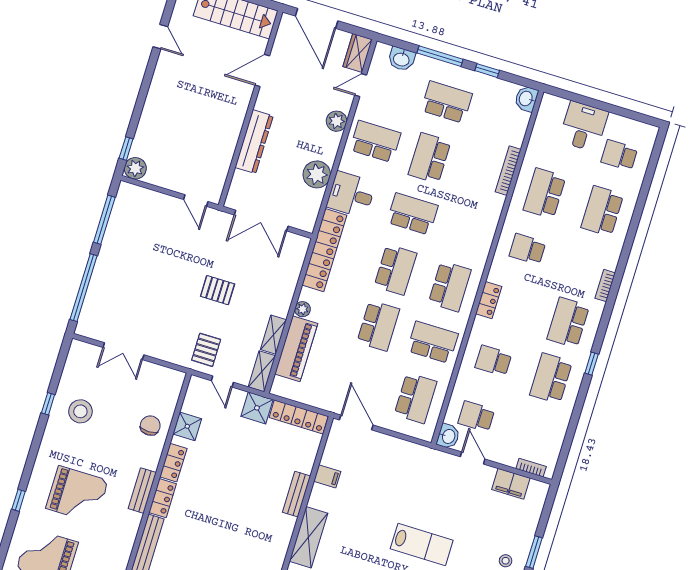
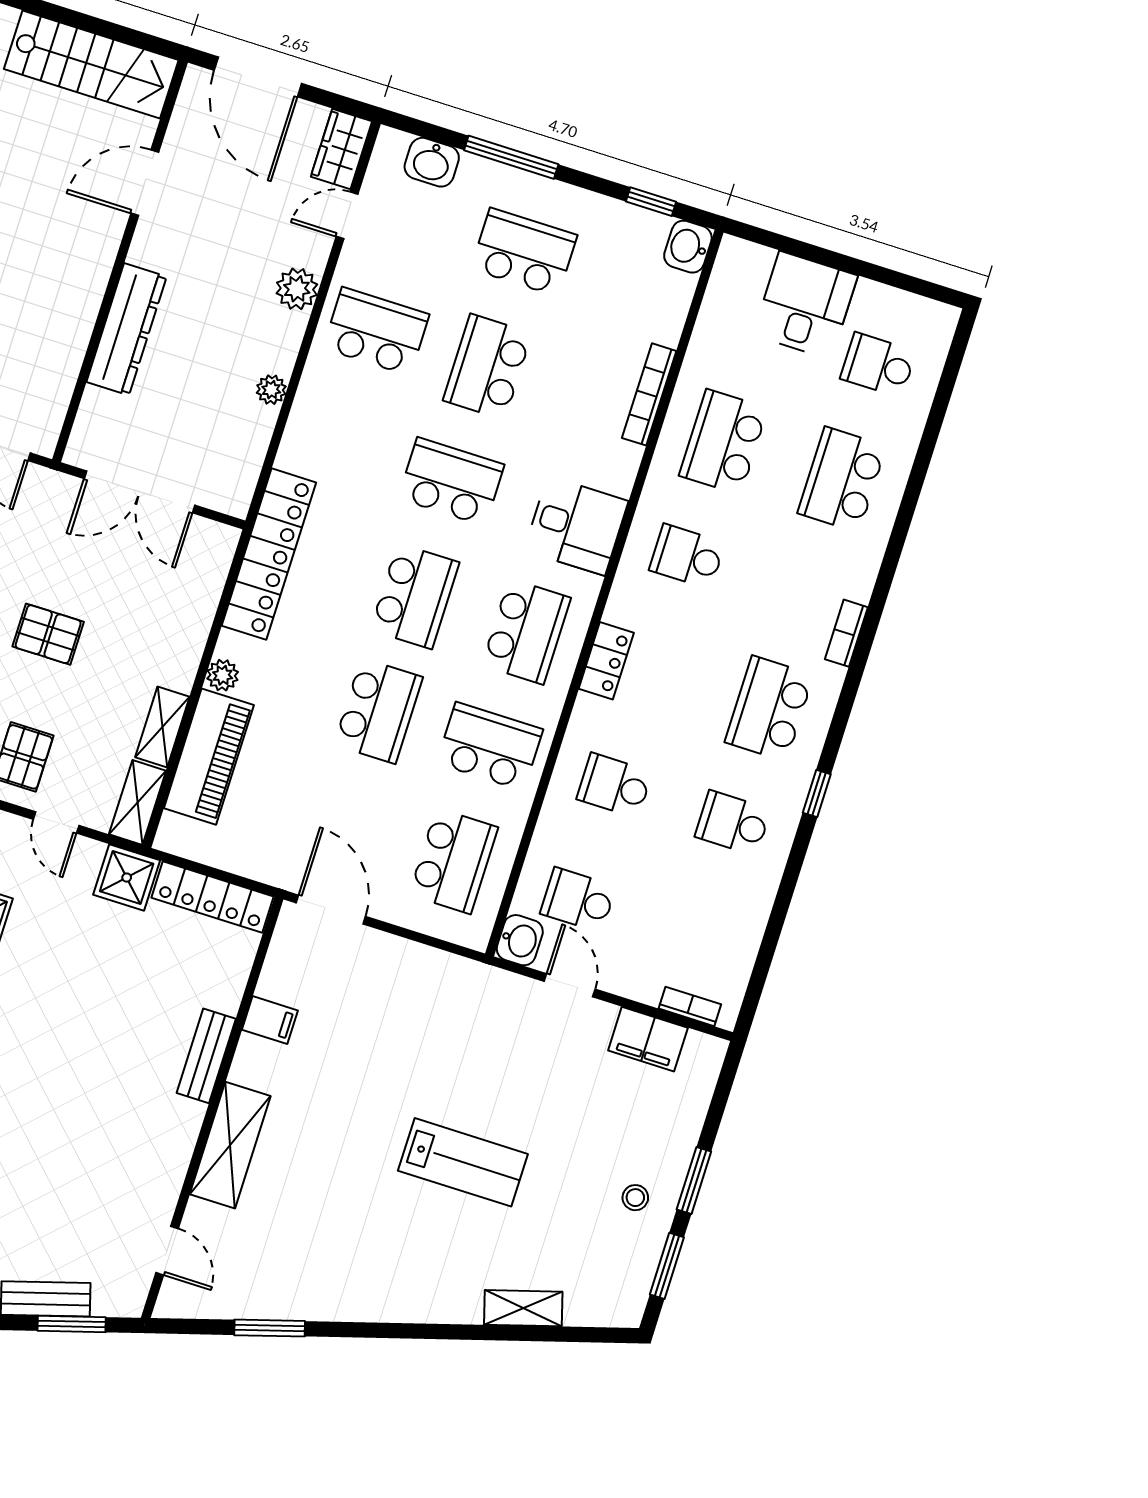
window: (487, 71) -> (651, 202), moved
plant: (317, 174) -> (271, 390), width x0.53, depth x0.53
desk: (351, 195) -> (576, 526), moved, turned 180
school desk: (551, 378) -> (733, 823), width x0.54

